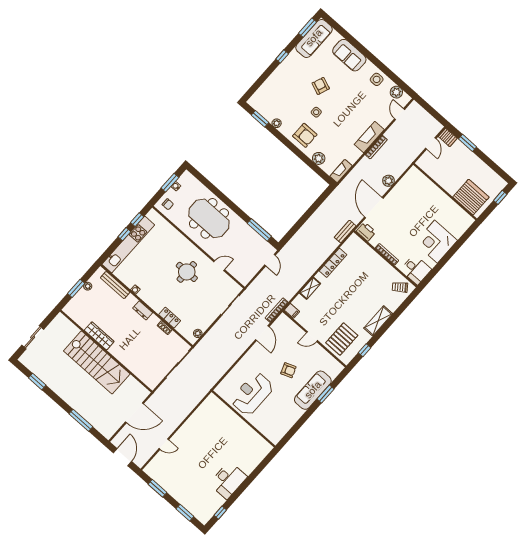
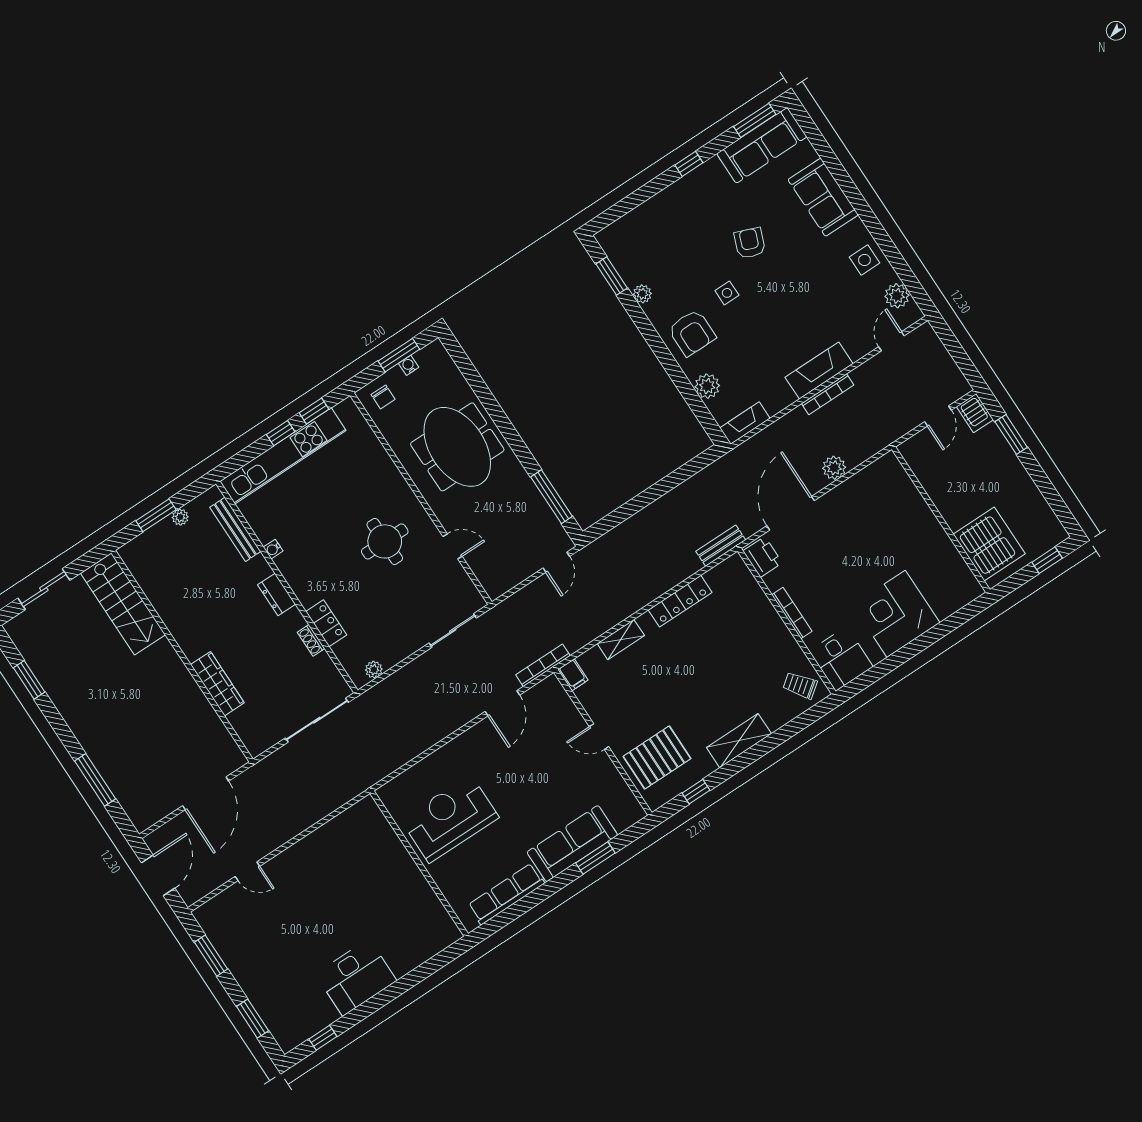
wardrobe: (99, 336) -> (217, 684), moved
stairs: (97, 362) -> (123, 604), moved, width x0.73, depth x0.66
armchair: (288, 370) -> (534, 791), removed
door: (134, 413) -> (206, 793), hinge flipped
row of seats: (288, 422) -> (506, 894), added

